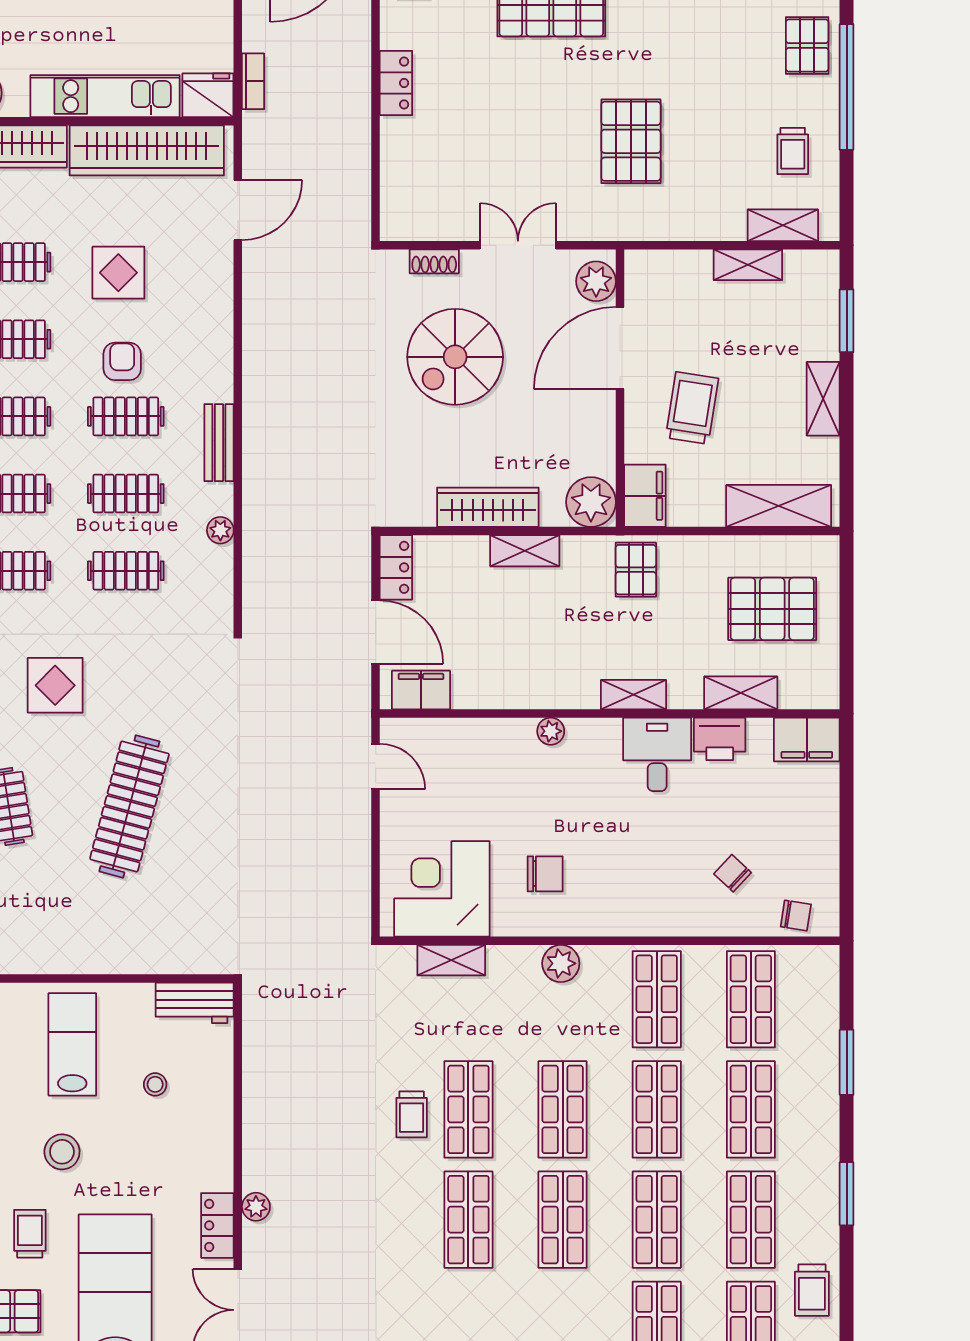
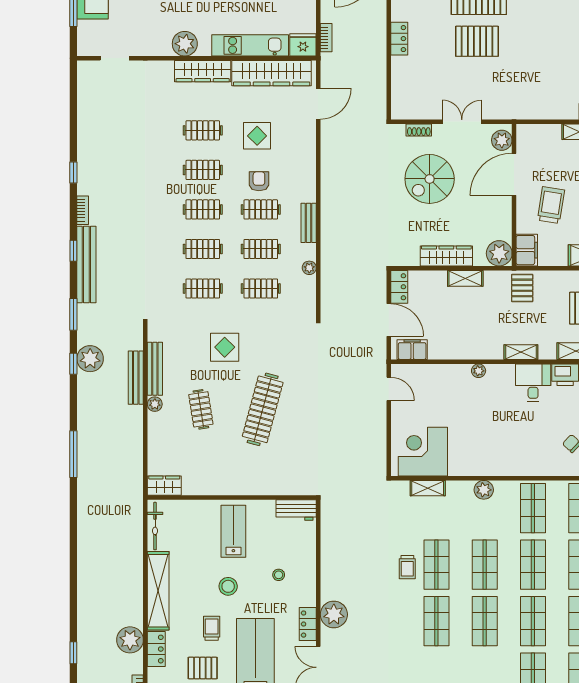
pallet: (631, 141) -> (477, 41), moved, turned 90
chair: (545, 874) -> (476, 444), removed
stool: (155, 1084) -> (279, 575), moved
plant: (256, 1207) -> (334, 614), width x1.88, depth x1.88

